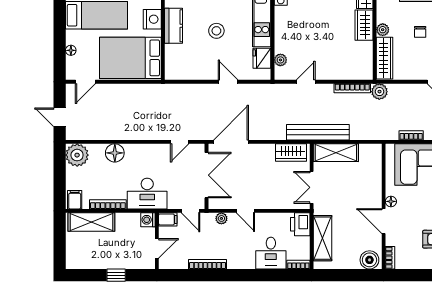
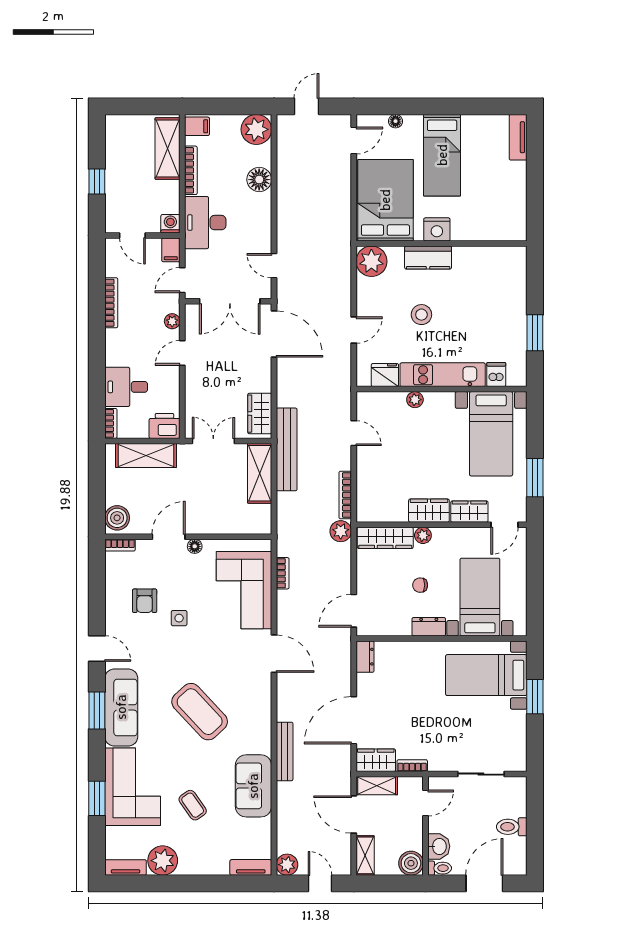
plant: (280, 60) -> (415, 400), moved
plant: (176, 68) -> (371, 261), added
door: (85, 82) -> (354, 141), swing flipped

